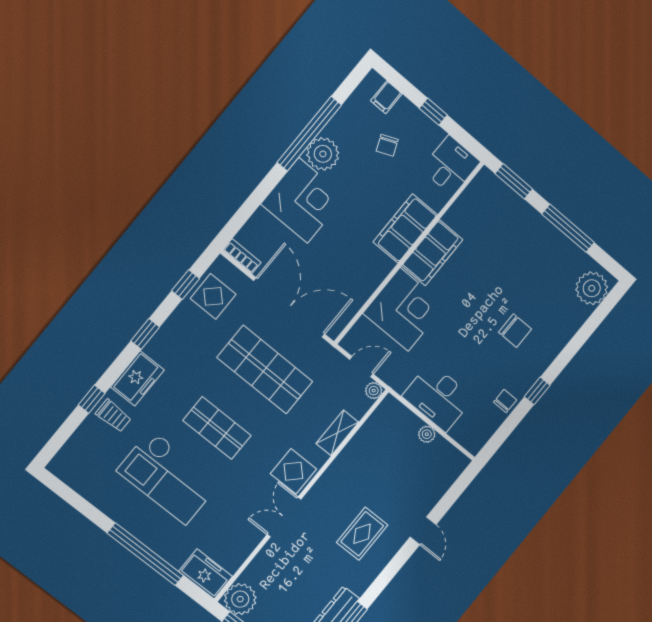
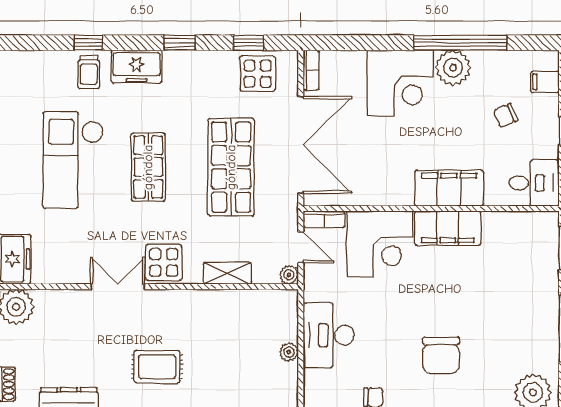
chair: (515, 331) -> (441, 355), width x1.37, depth x1.37
bookcase: (355, 334) -> (324, 219), added

